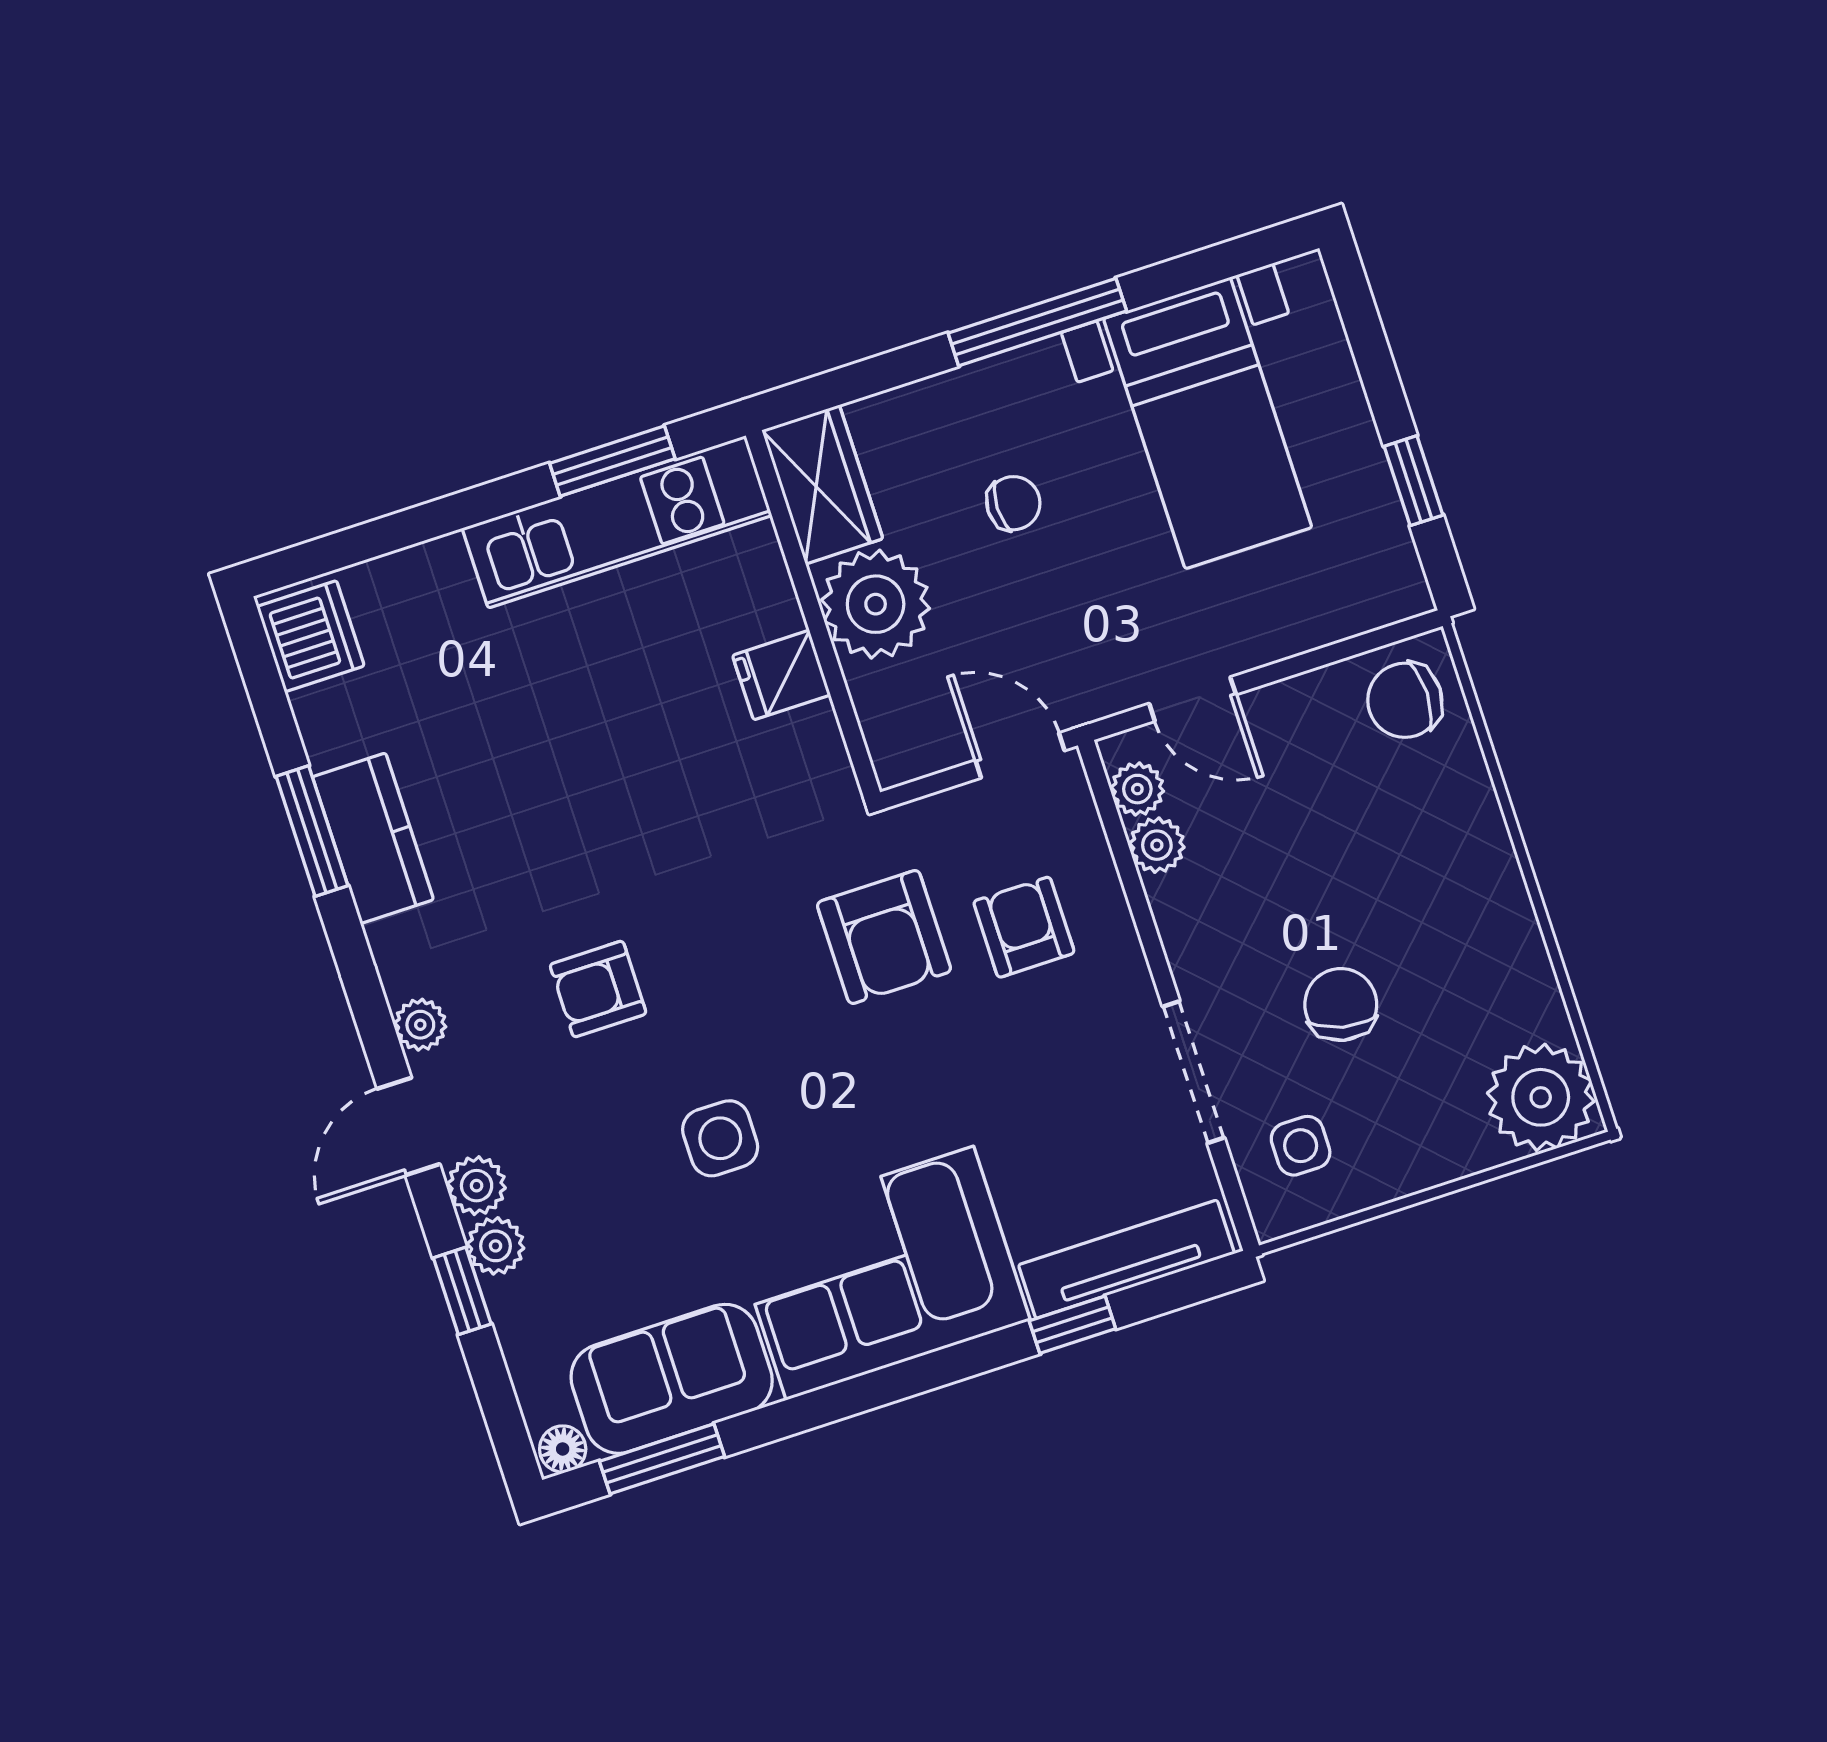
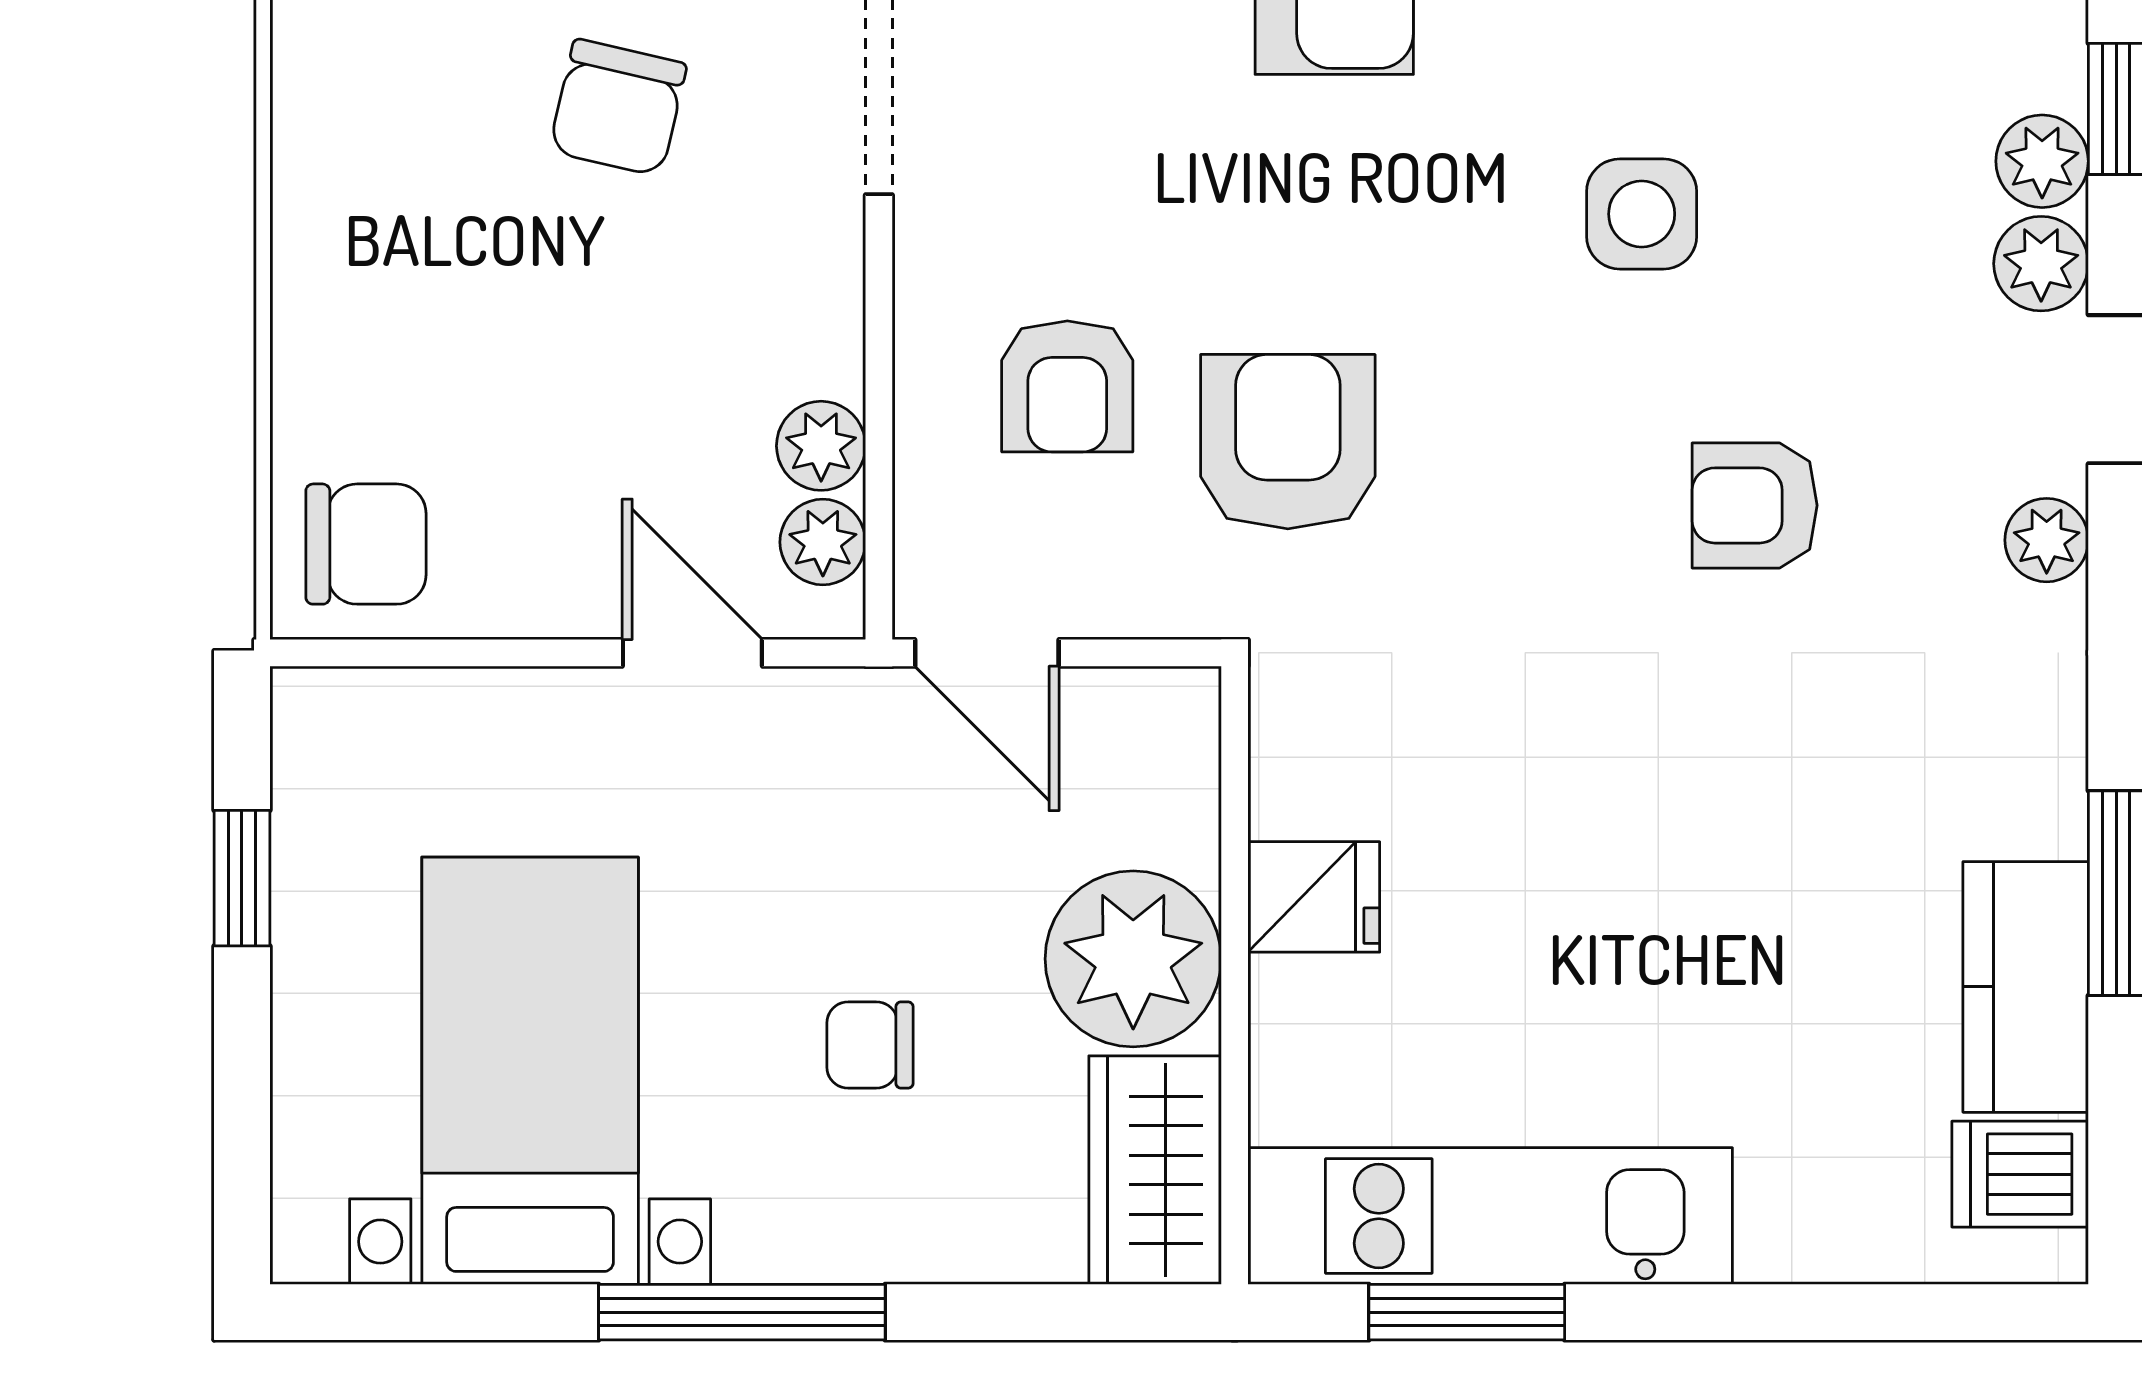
dishwasher: (311, 636) -> (2020, 1174), width x0.73
kitchen counter: (373, 838) -> (2026, 987), moved
armchair: (598, 989) -> (1755, 505), turned 180

